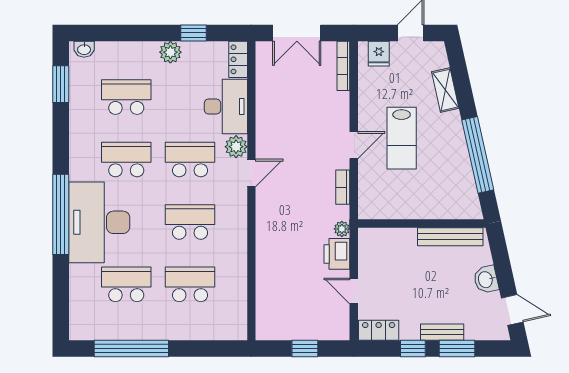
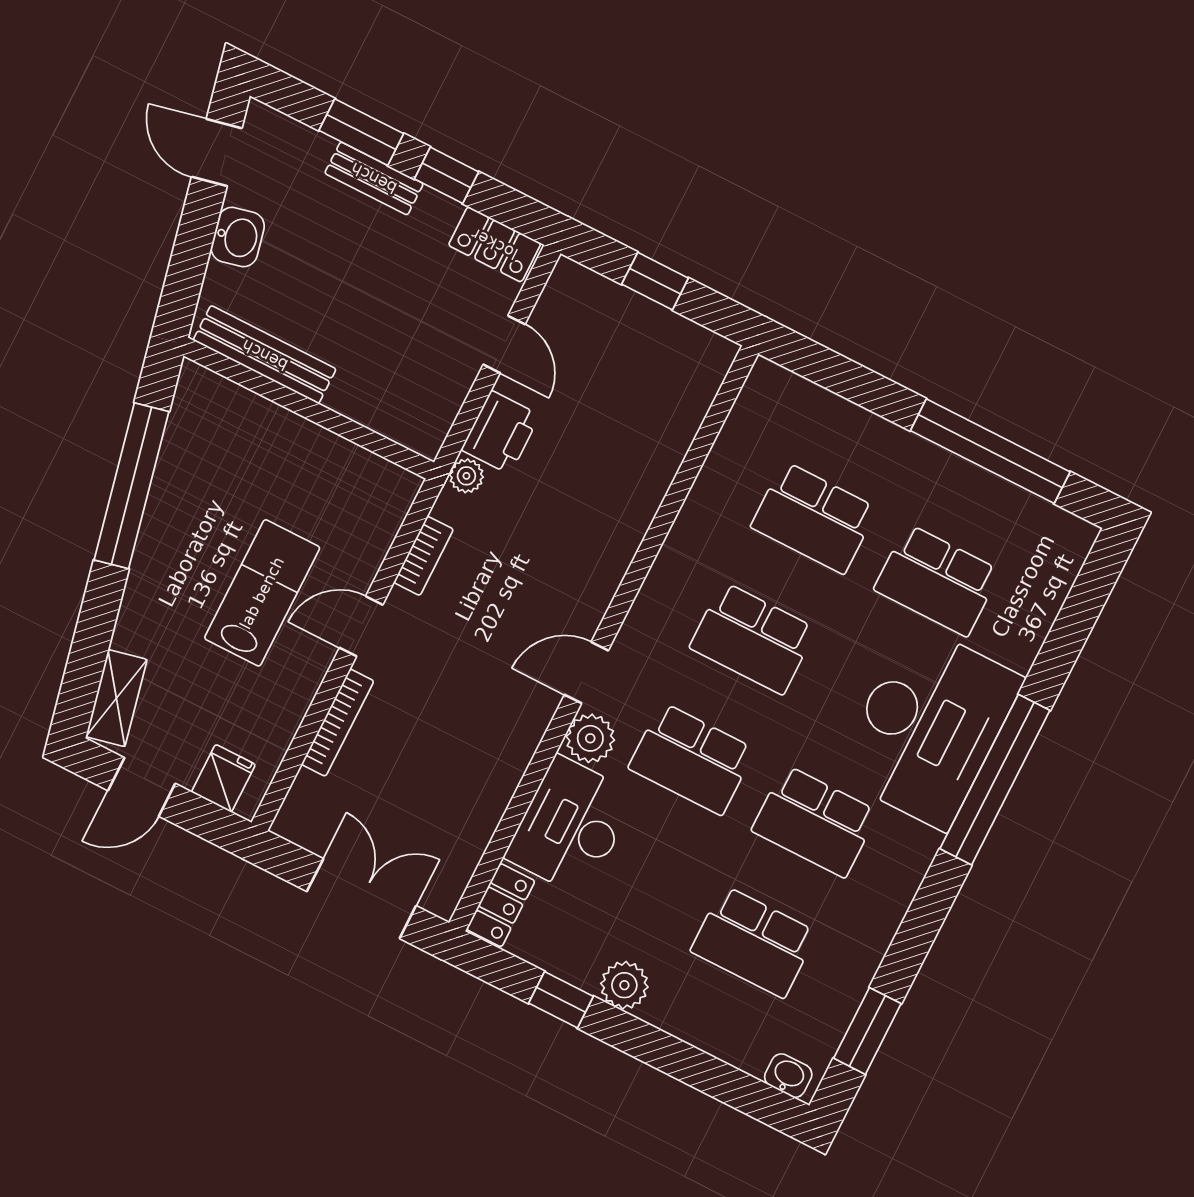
bookcase: (343, 66) -> (338, 723), moved
shelving: (445, 90) -> (116, 698), moved

